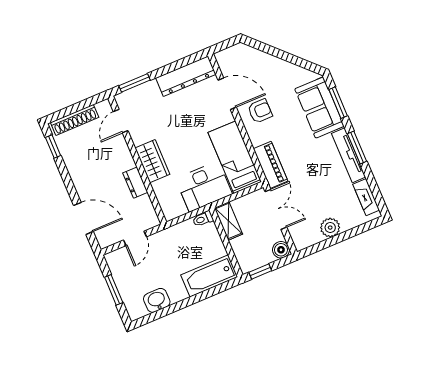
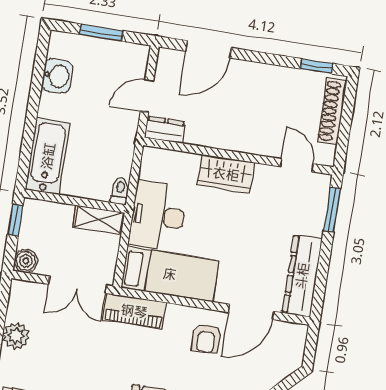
dresser: (135, 183) -> (165, 130), moved
door: (135, 238) -> (147, 96), hinge flipped

